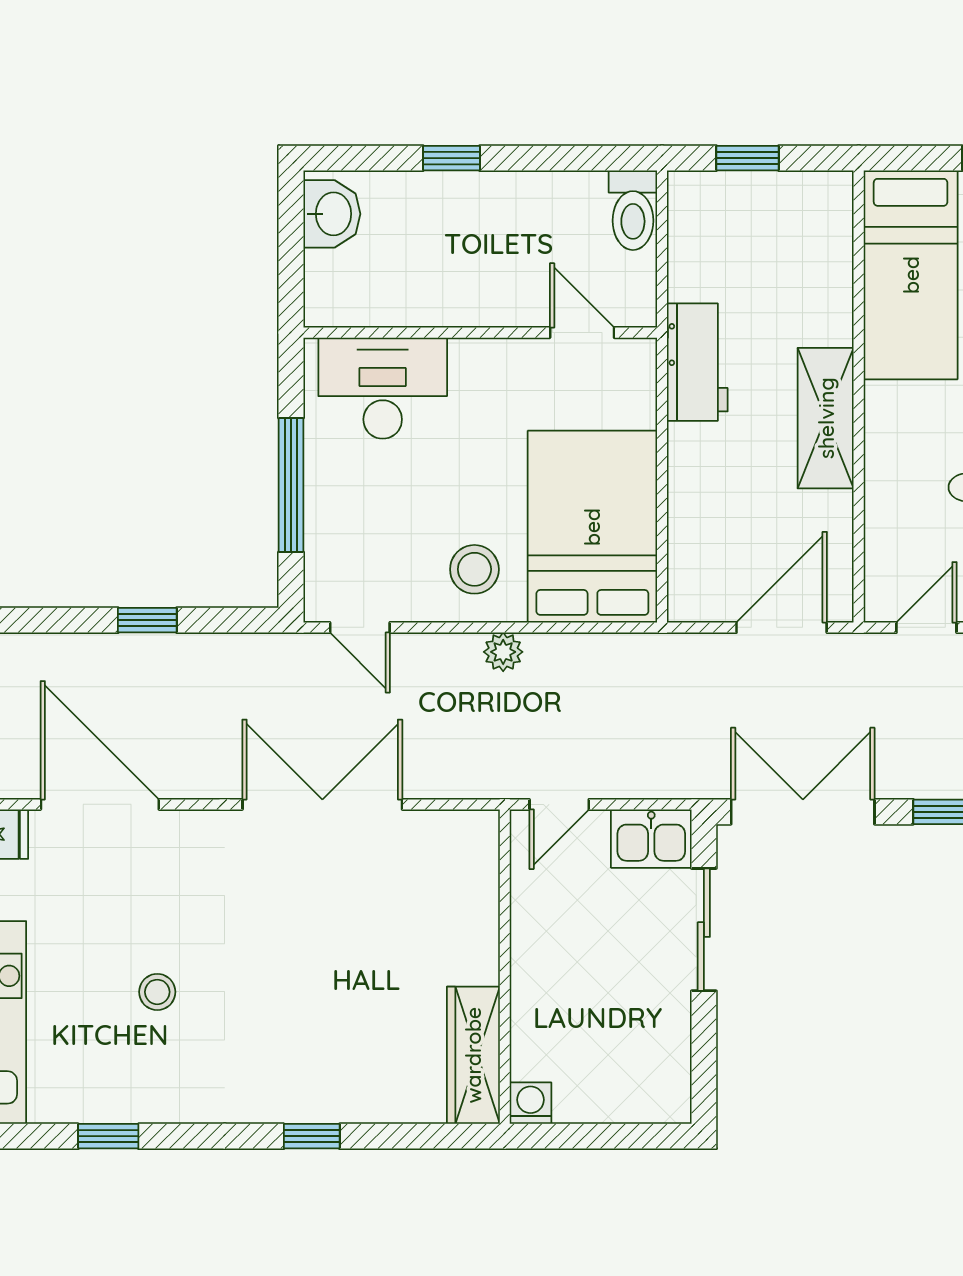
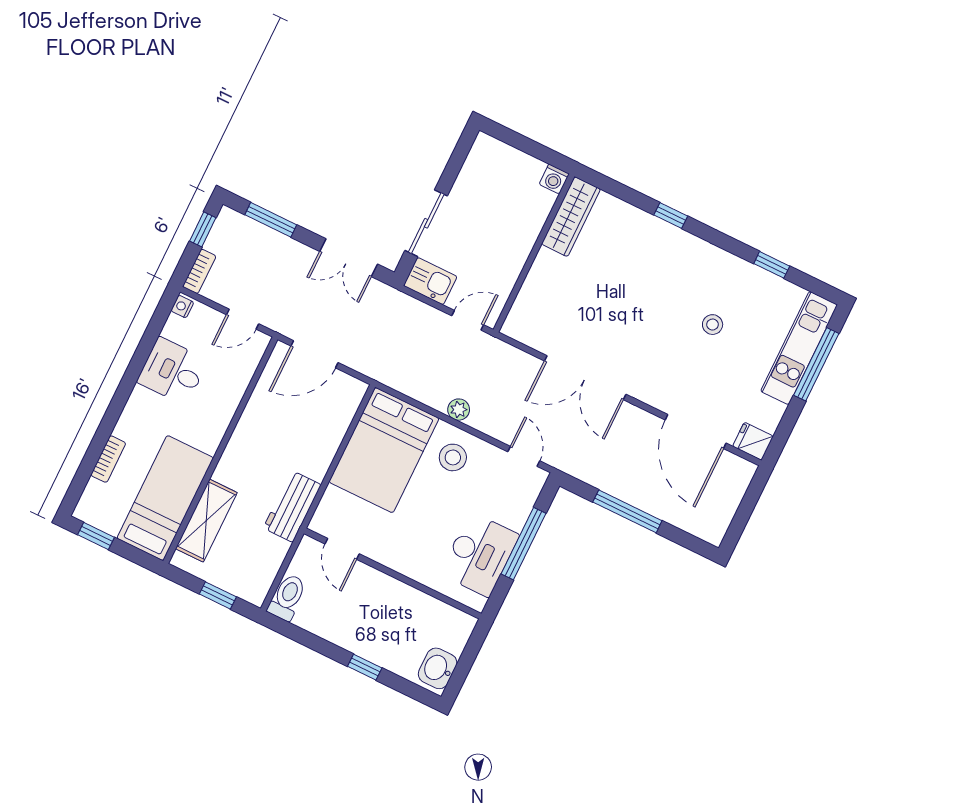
desk: (383, 388) -> (480, 554), moved, turned -90
shelving: (826, 418) -> (206, 521), moved
window: (147, 620) -> (627, 511), width x2.17
double door: (803, 812) -> (349, 258), width x0.73

